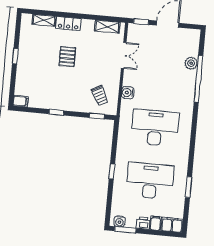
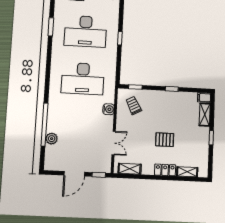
double door: (124, 55) -> (114, 143), swing flipped
pallet: (67, 56) -> (165, 140), turned 90
shelving: (21, 82) -> (205, 115), added

